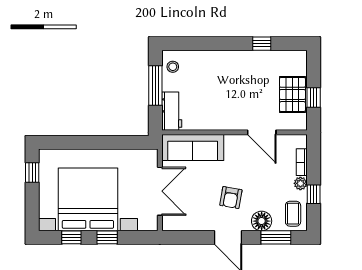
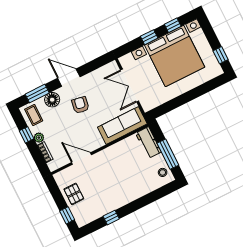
pallet: (292, 94) -> (74, 194), width x0.67, depth x0.71
window: (314, 98) -> (67, 215), moved

